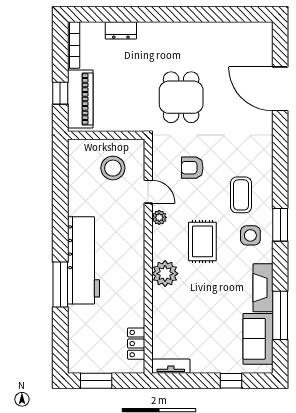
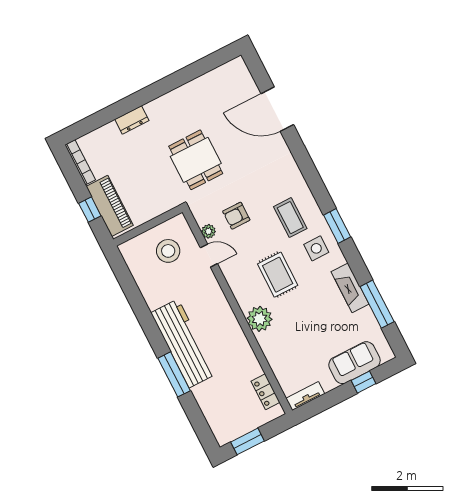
dresser: (121, 30) -> (132, 120), moved
plant: (159, 217) -> (208, 231), moved
sofa: (258, 339) -> (354, 363), moved, turned 90

